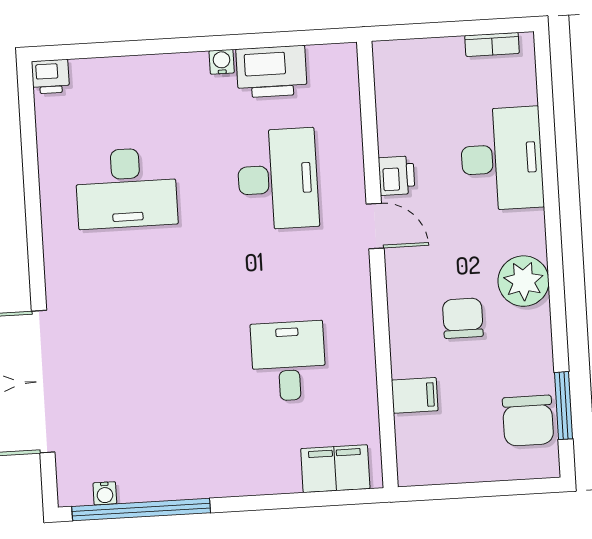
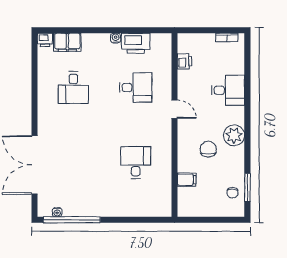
desk: (502, 159) -> (228, 90), width x0.73
printer: (397, 176) -> (185, 61), moved
desk: (278, 179) -> (136, 88), width x0.73
desk: (126, 188) -> (73, 88), width x0.73
chair: (528, 421) -> (232, 193), width x0.54, depth x0.54
filing cabinet: (335, 469) -> (67, 42), moved, turned 180

